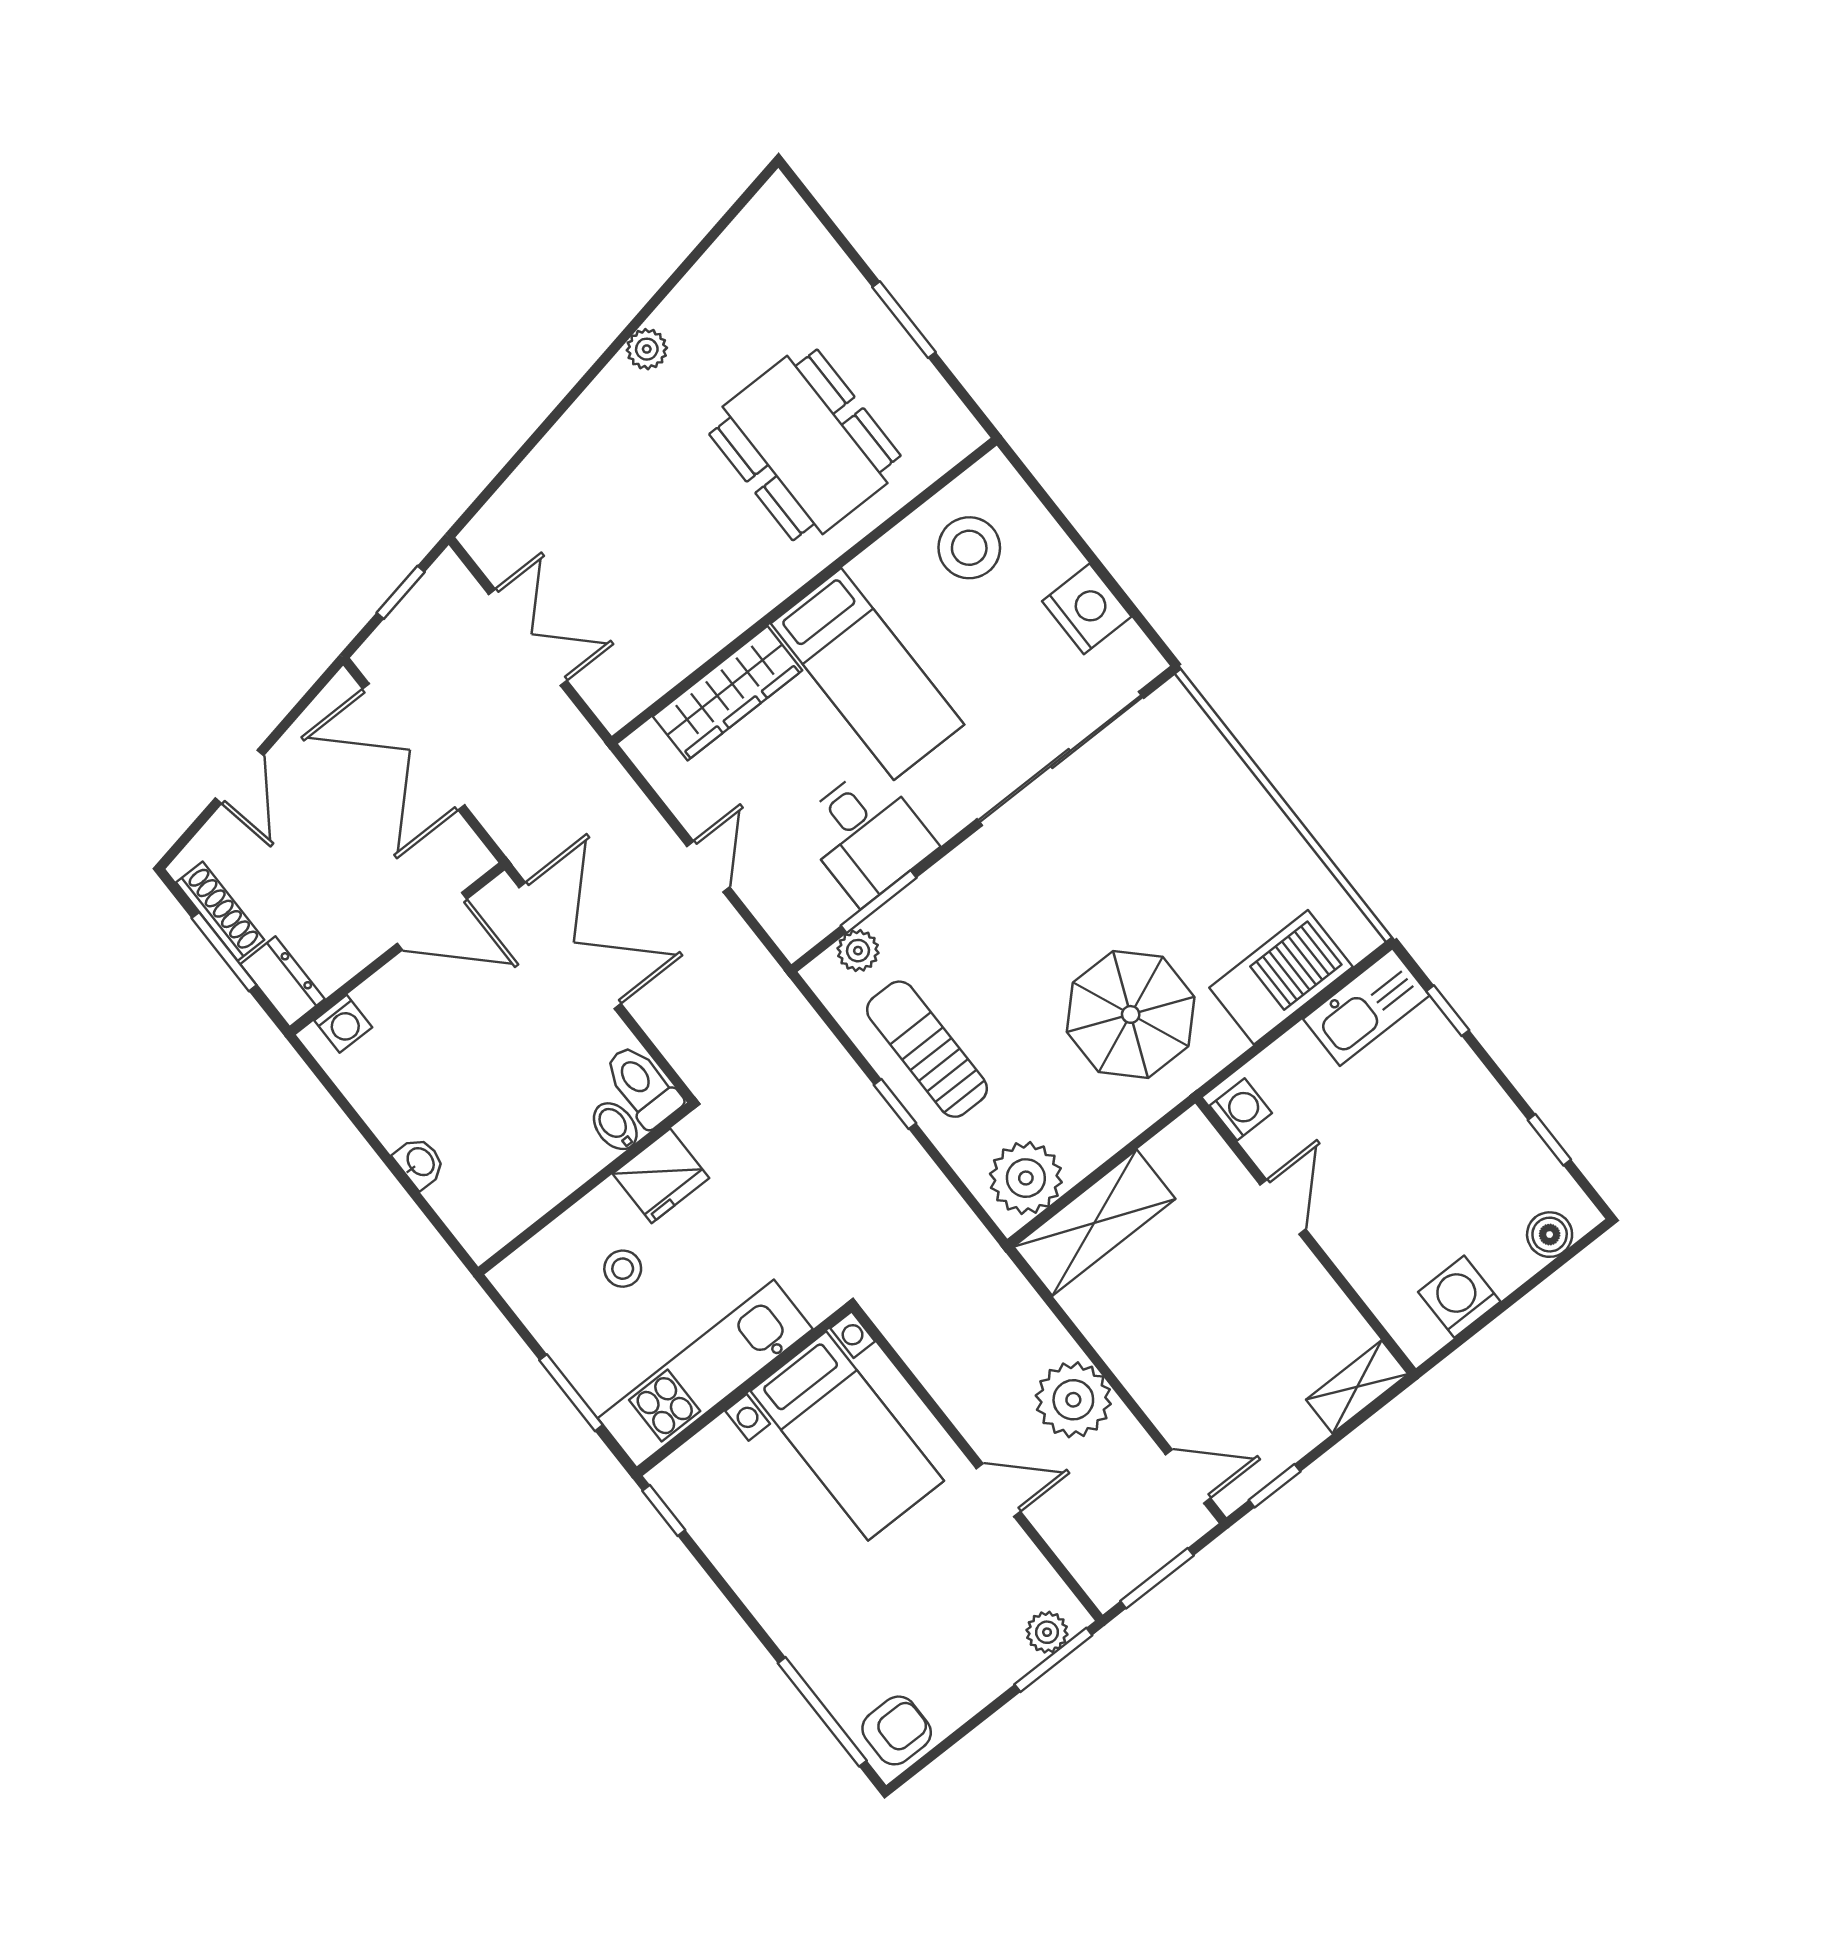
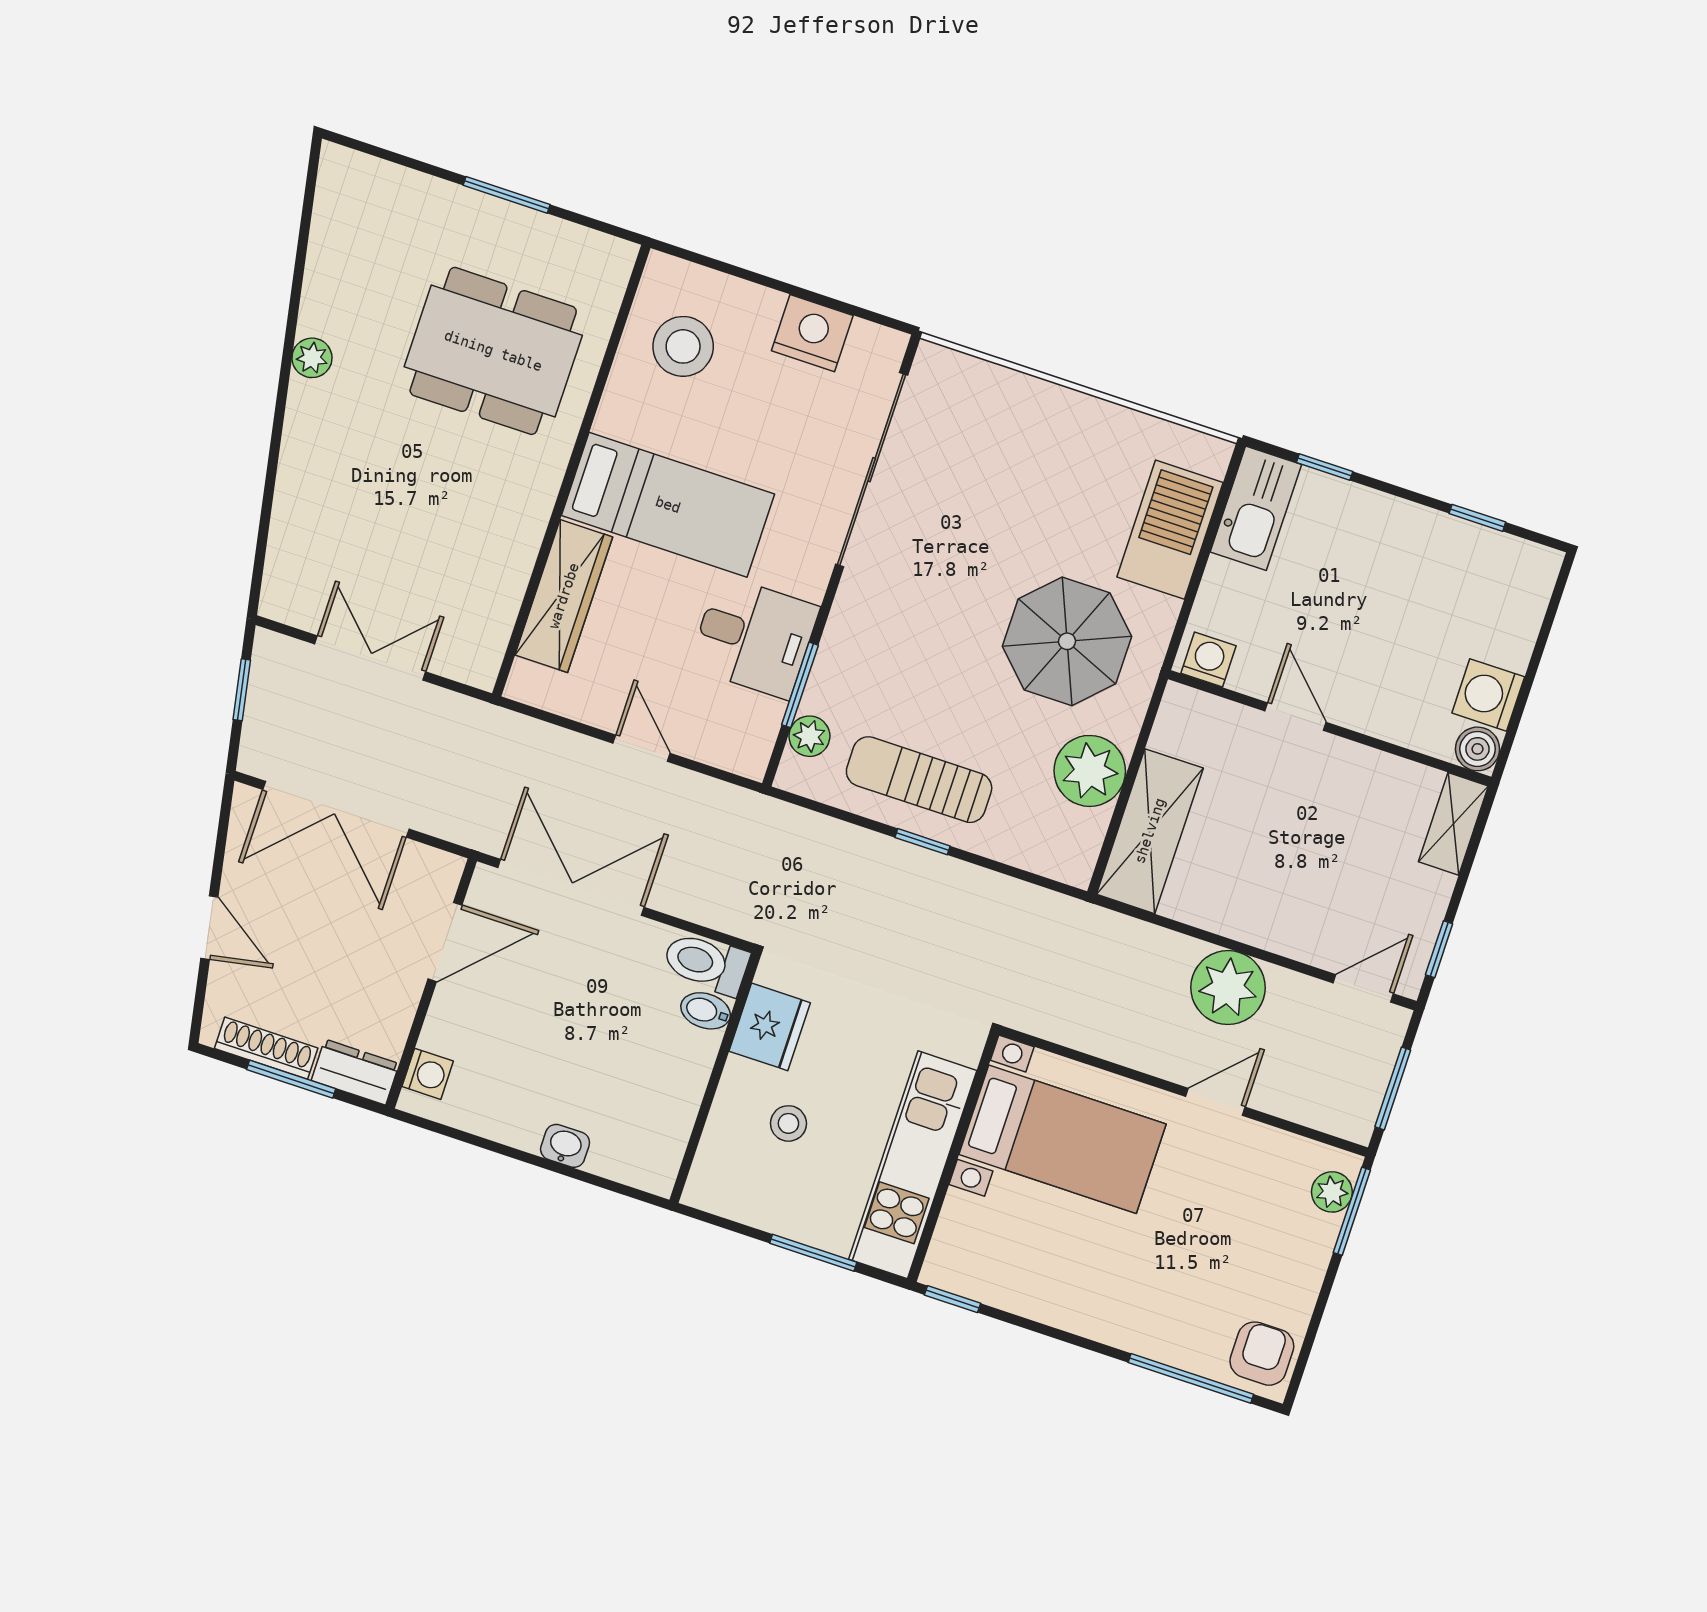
plant: (1026, 1178) -> (1090, 771), moved
boiler: (1550, 1235) -> (1478, 749), moved

